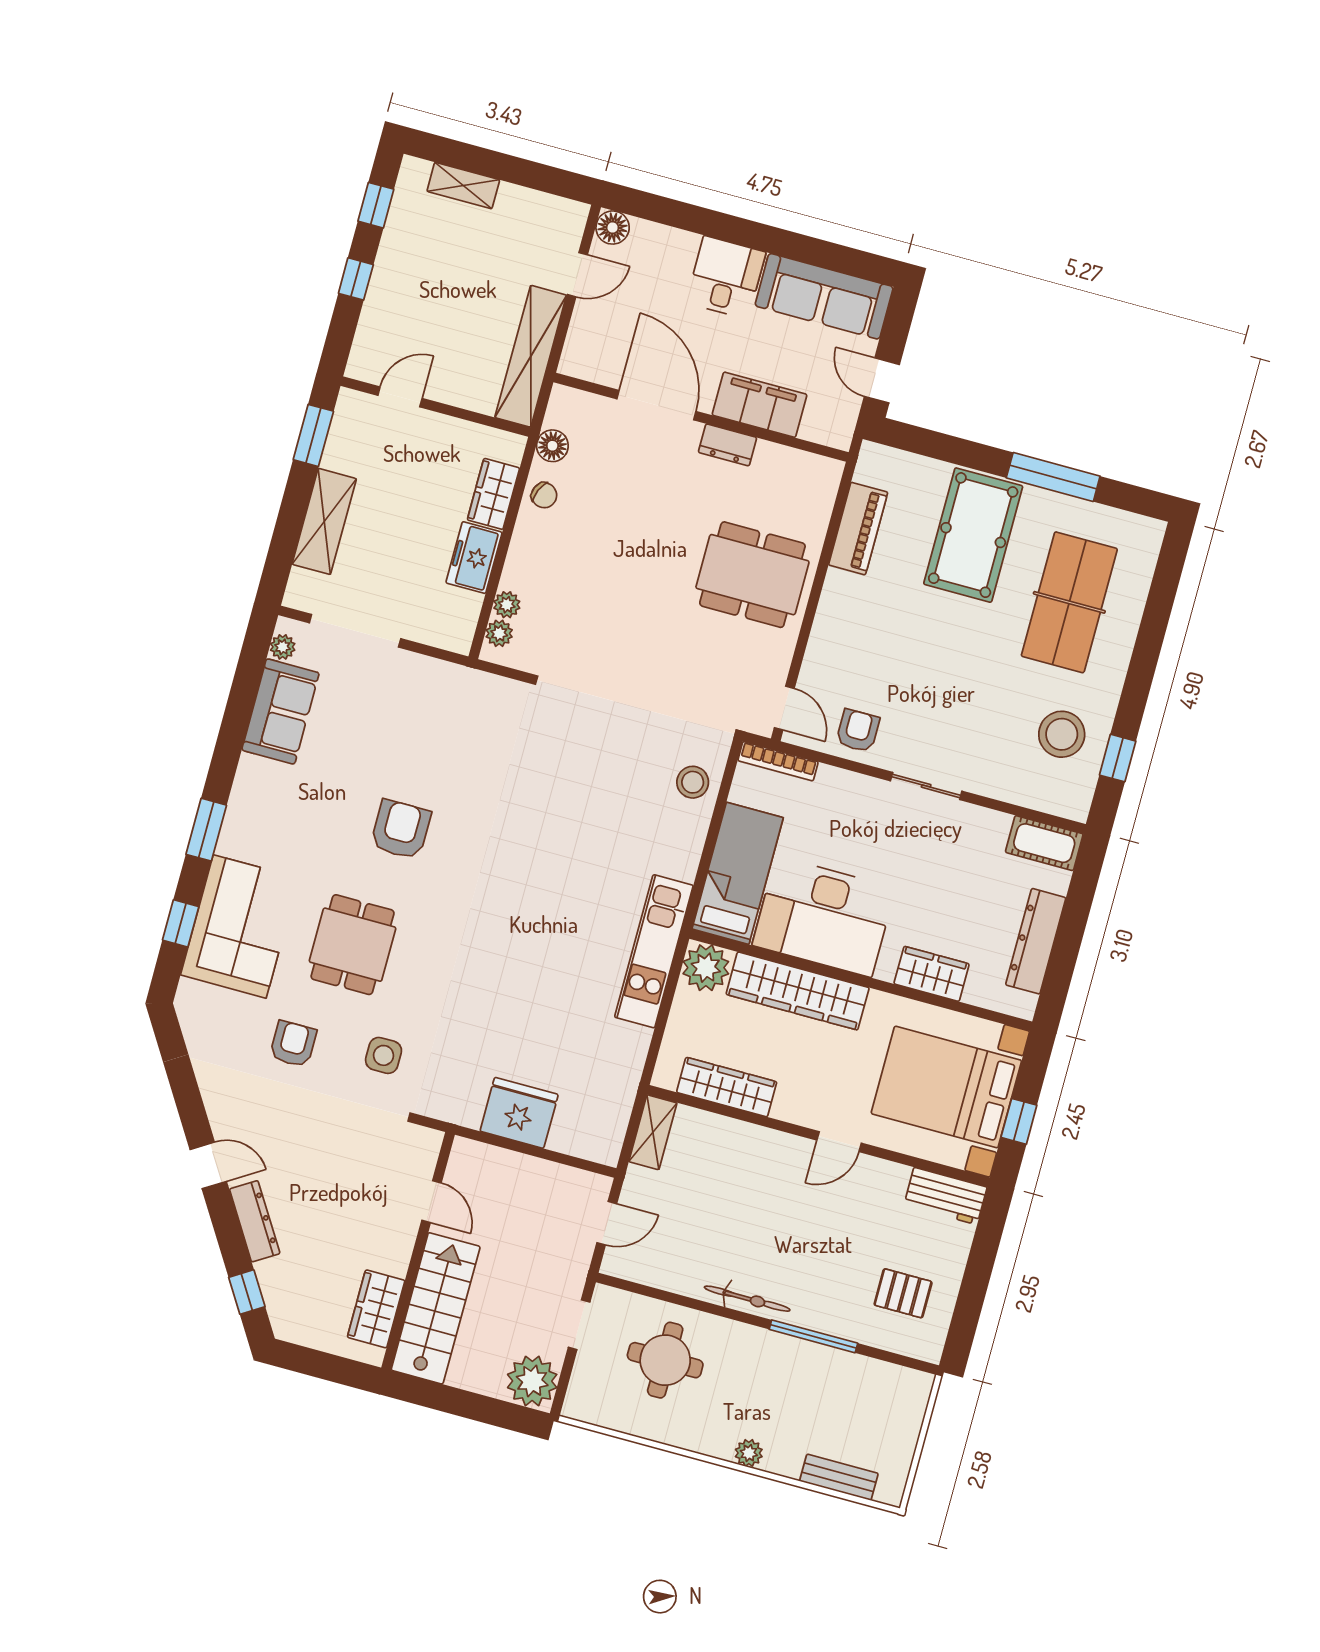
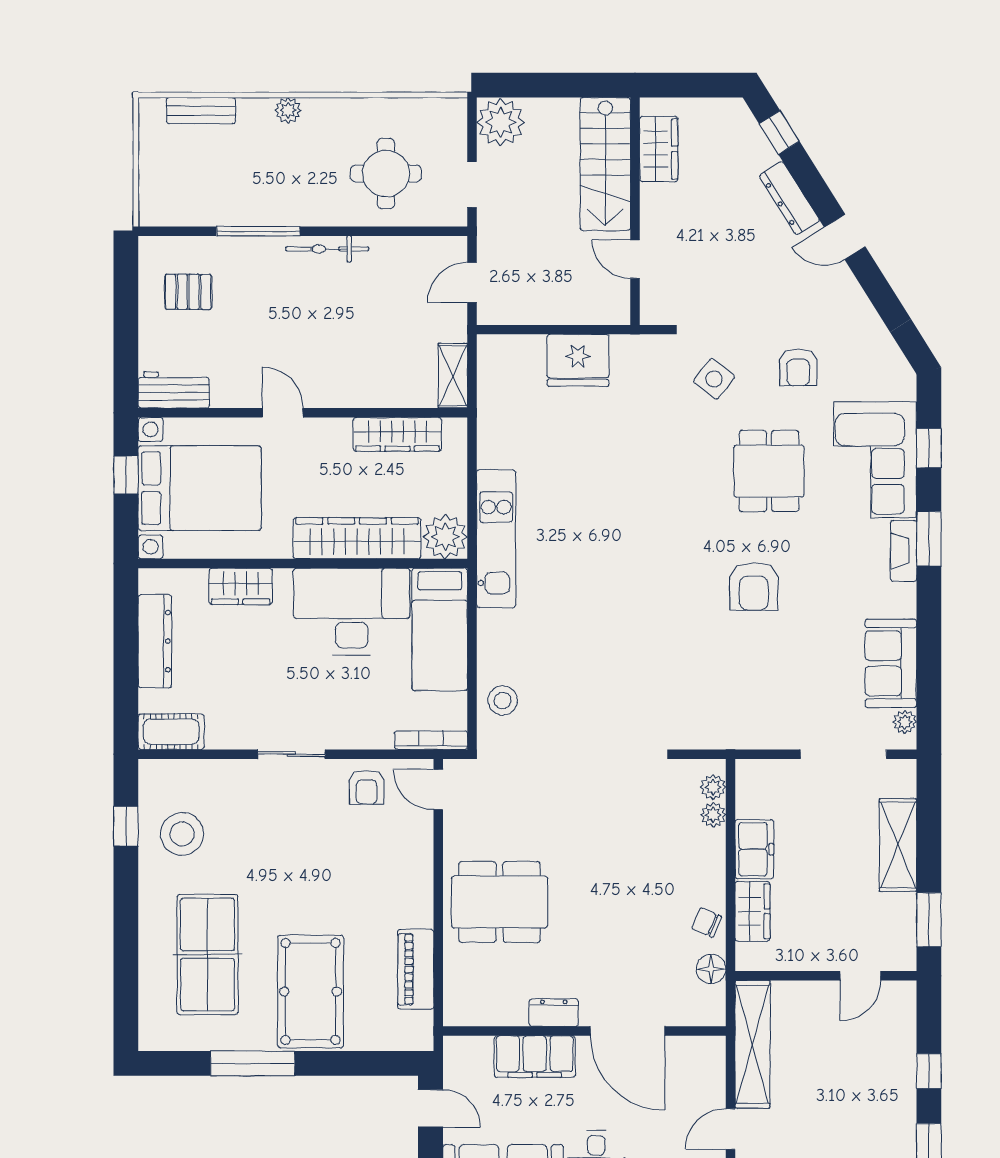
fireplace: (236, 824) -> (904, 551), added
side table: (384, 1055) -> (714, 379), turned 38
door: (839, 1142) -> (283, 413), hinge flipped

